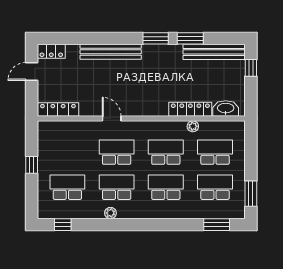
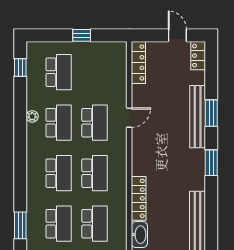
window: (190, 38) -> (211, 113), moved
plant: (193, 126) -> (121, 201), removed

